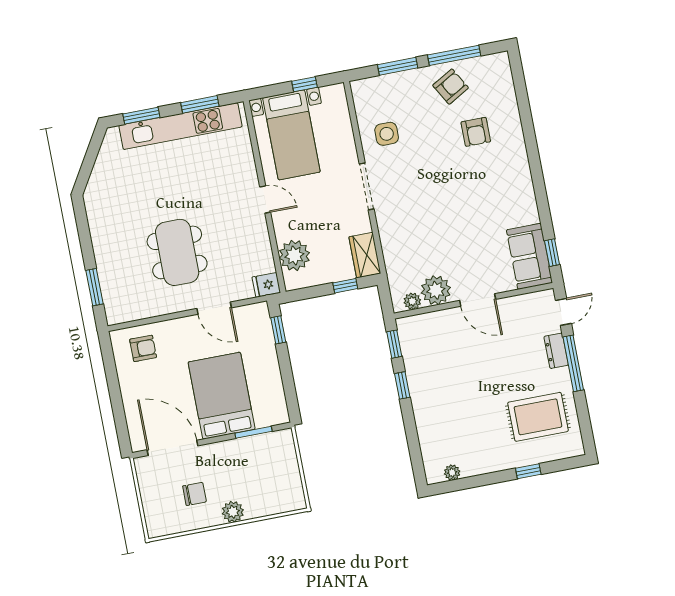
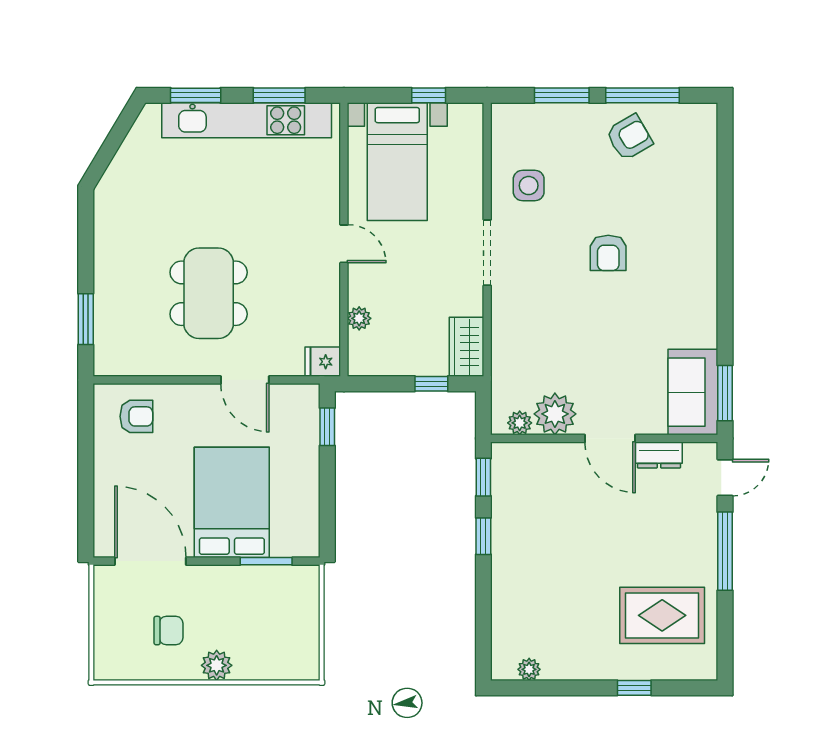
armchair: (476, 132) -> (608, 253), moved
window: (552, 253) -> (725, 393), width x1.50
plant: (294, 255) -> (359, 318), width x0.53, depth x0.53
dresser: (556, 351) -> (659, 455), moved, turned -90

